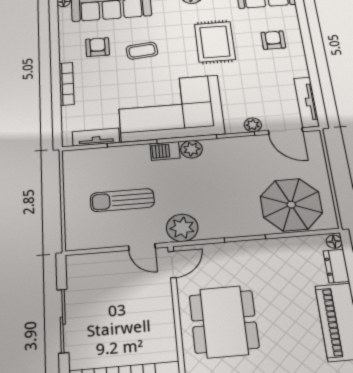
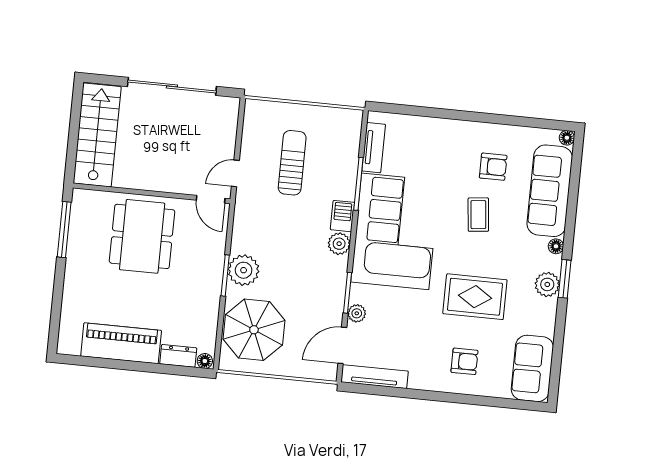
bookcase: (66, 84) -> (449, 126), removed
plant: (182, 228) -> (244, 270), moved
sliding door: (63, 321) -> (172, 86), width x1.36
dining table: (224, 321) -> (142, 236), turned 90

